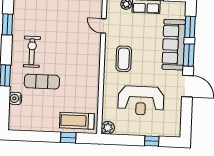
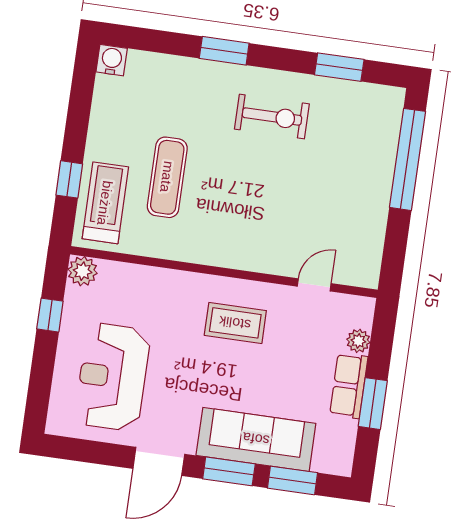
exercise mat: (42, 82) -> (167, 177), moved
water cooler: (15, 98) -> (112, 60), moved
reception desk: (141, 101) -> (113, 377), moved
window: (152, 141) -> (50, 315), moved

